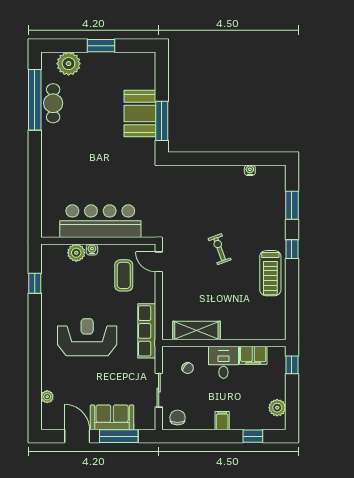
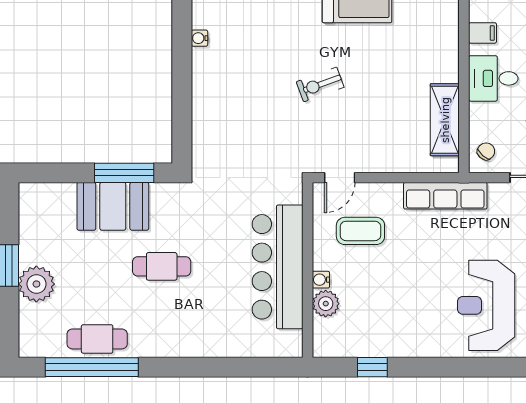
plant: (69, 64) -> (36, 284), moved
cafe table: (101, 145) -> (162, 266), added
reception desk: (87, 337) -> (486, 305), moved
filing cabinet: (253, 355) -> (483, 33), width x0.50
chair: (188, 368) -> (486, 151), moved

